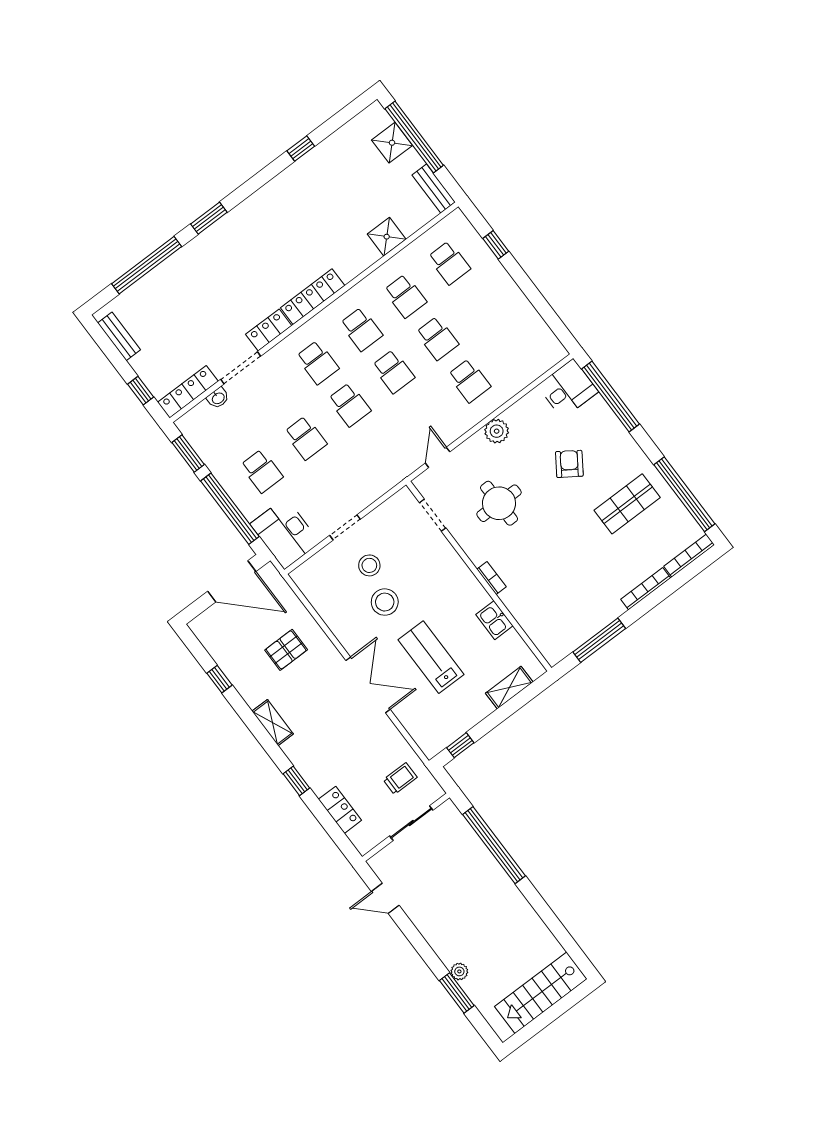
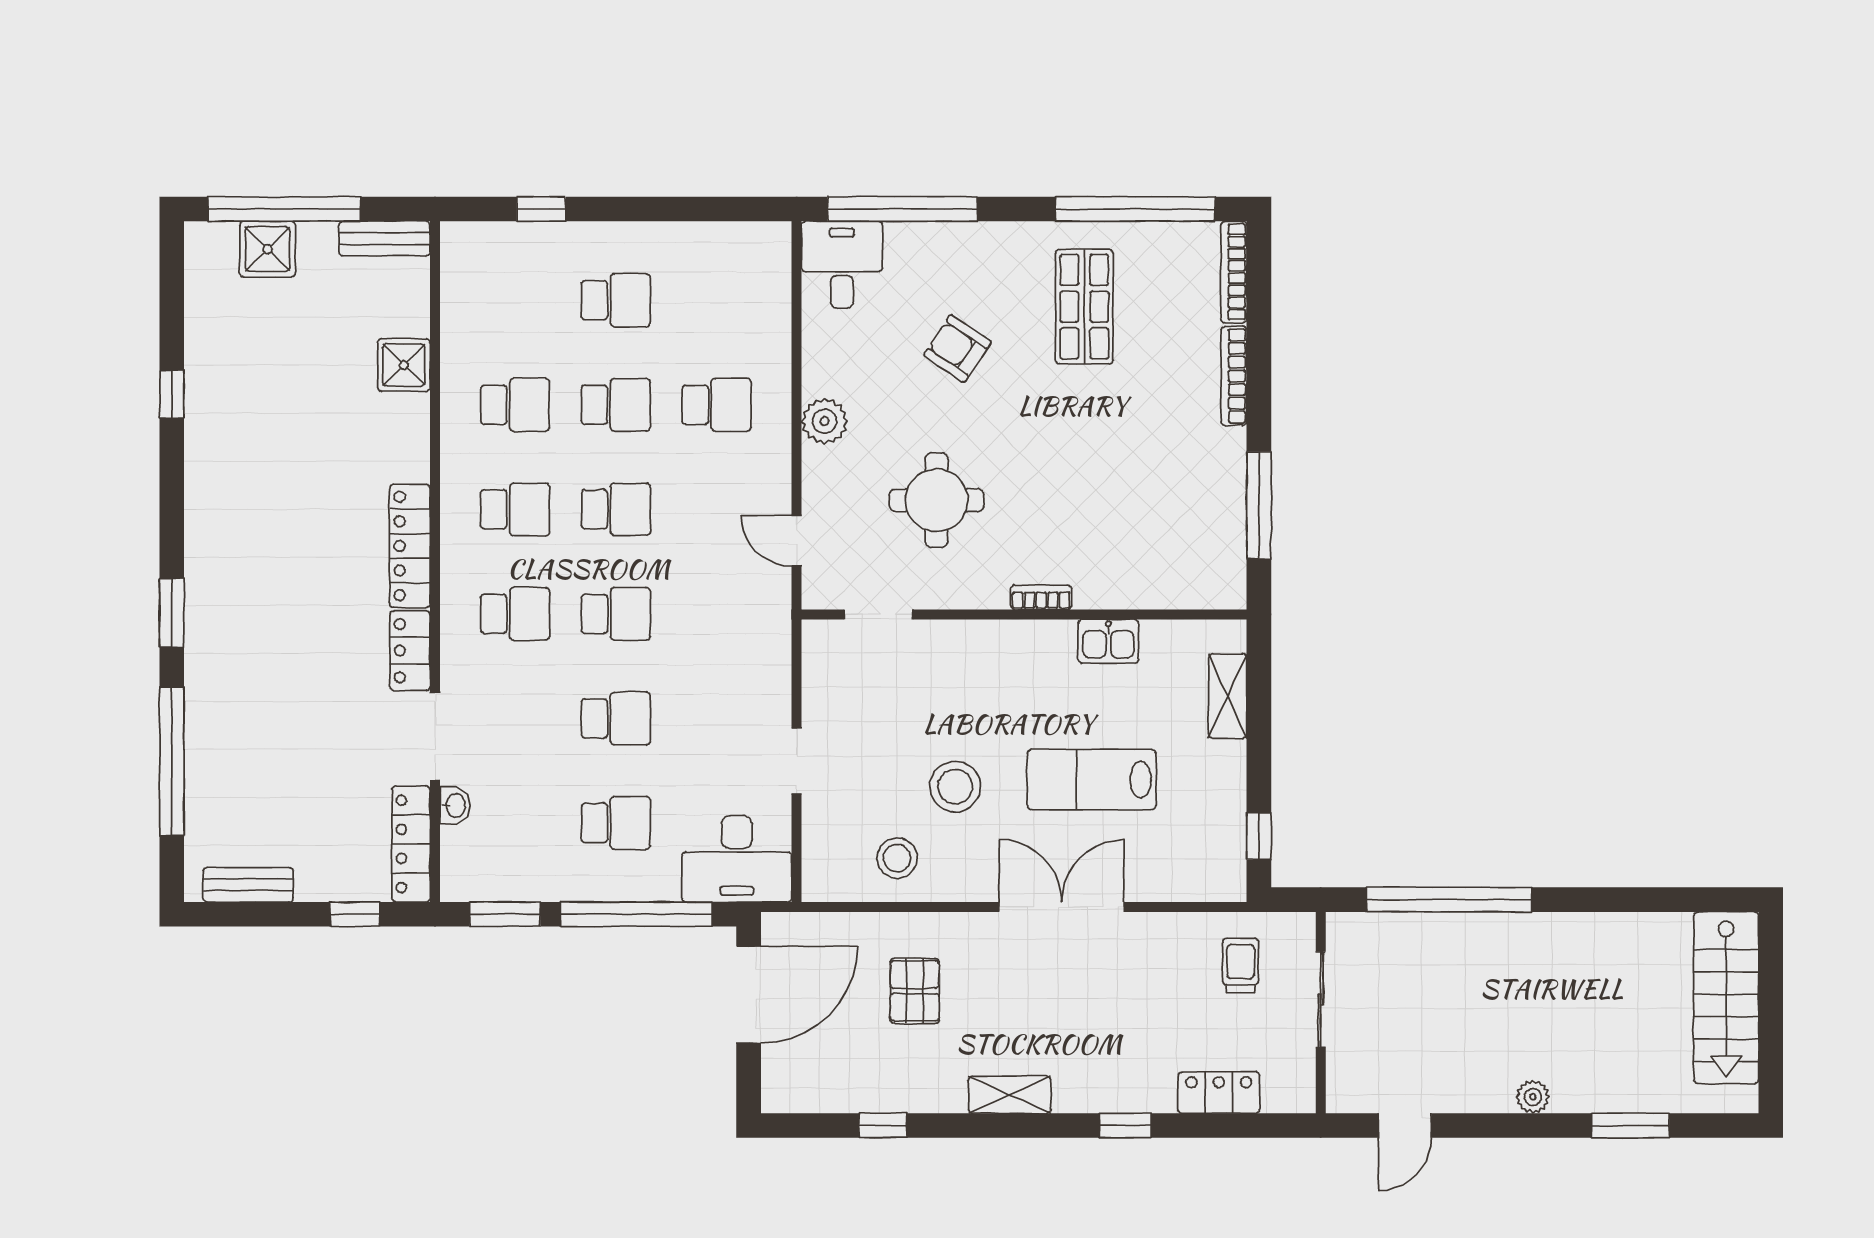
school desk: (449, 263) -> (616, 300), moved
stool: (369, 565) -> (897, 858), moved
plant: (459, 971) -> (1533, 1097), moved

